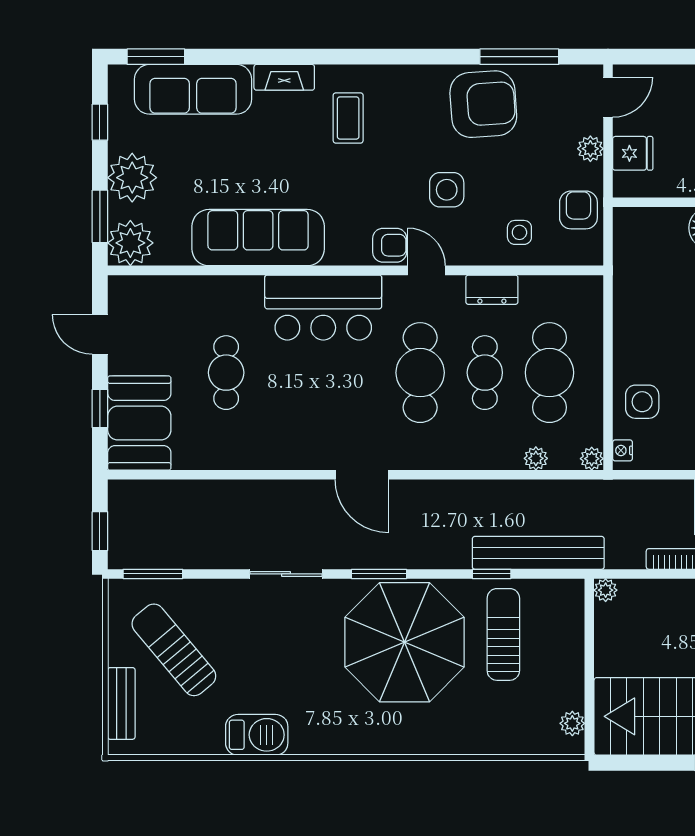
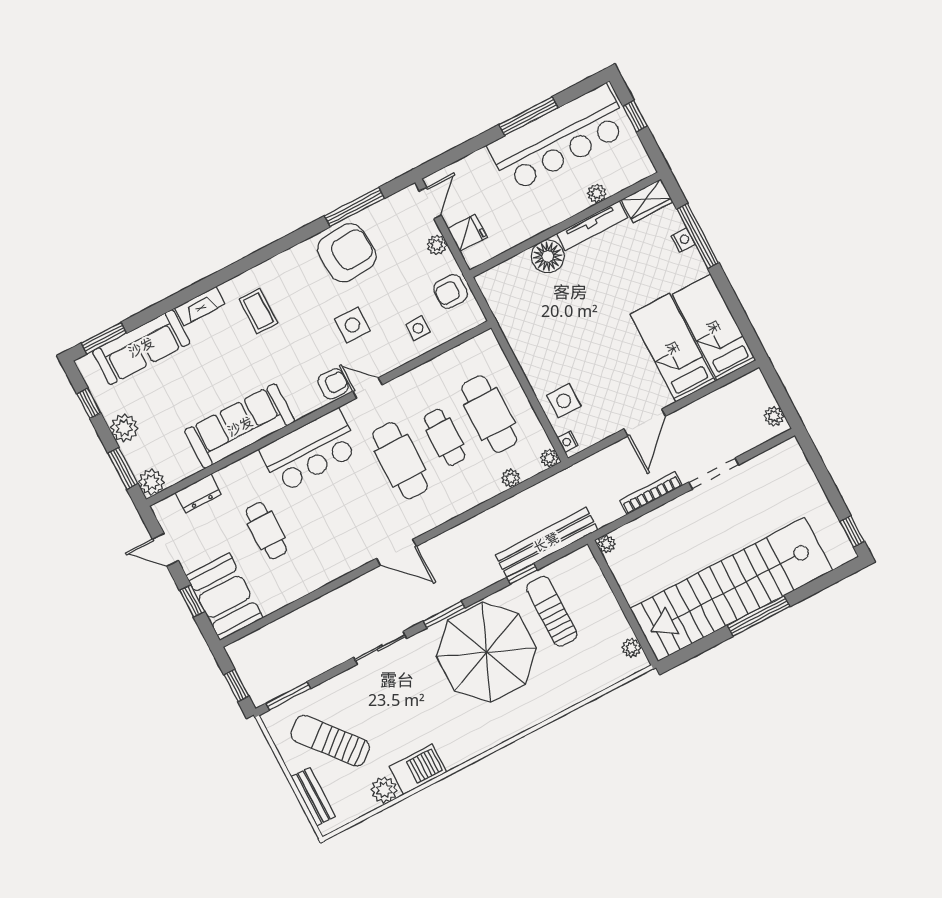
plant: (132, 178) -> (124, 428), width x0.73, depth x0.73
armchair: (578, 210) -> (451, 291), turned -90
plant: (130, 243) -> (151, 482), width x0.73, depth x0.73
dresser: (492, 290) -> (198, 493), moved
plant: (206, 738) -> (384, 790), added

